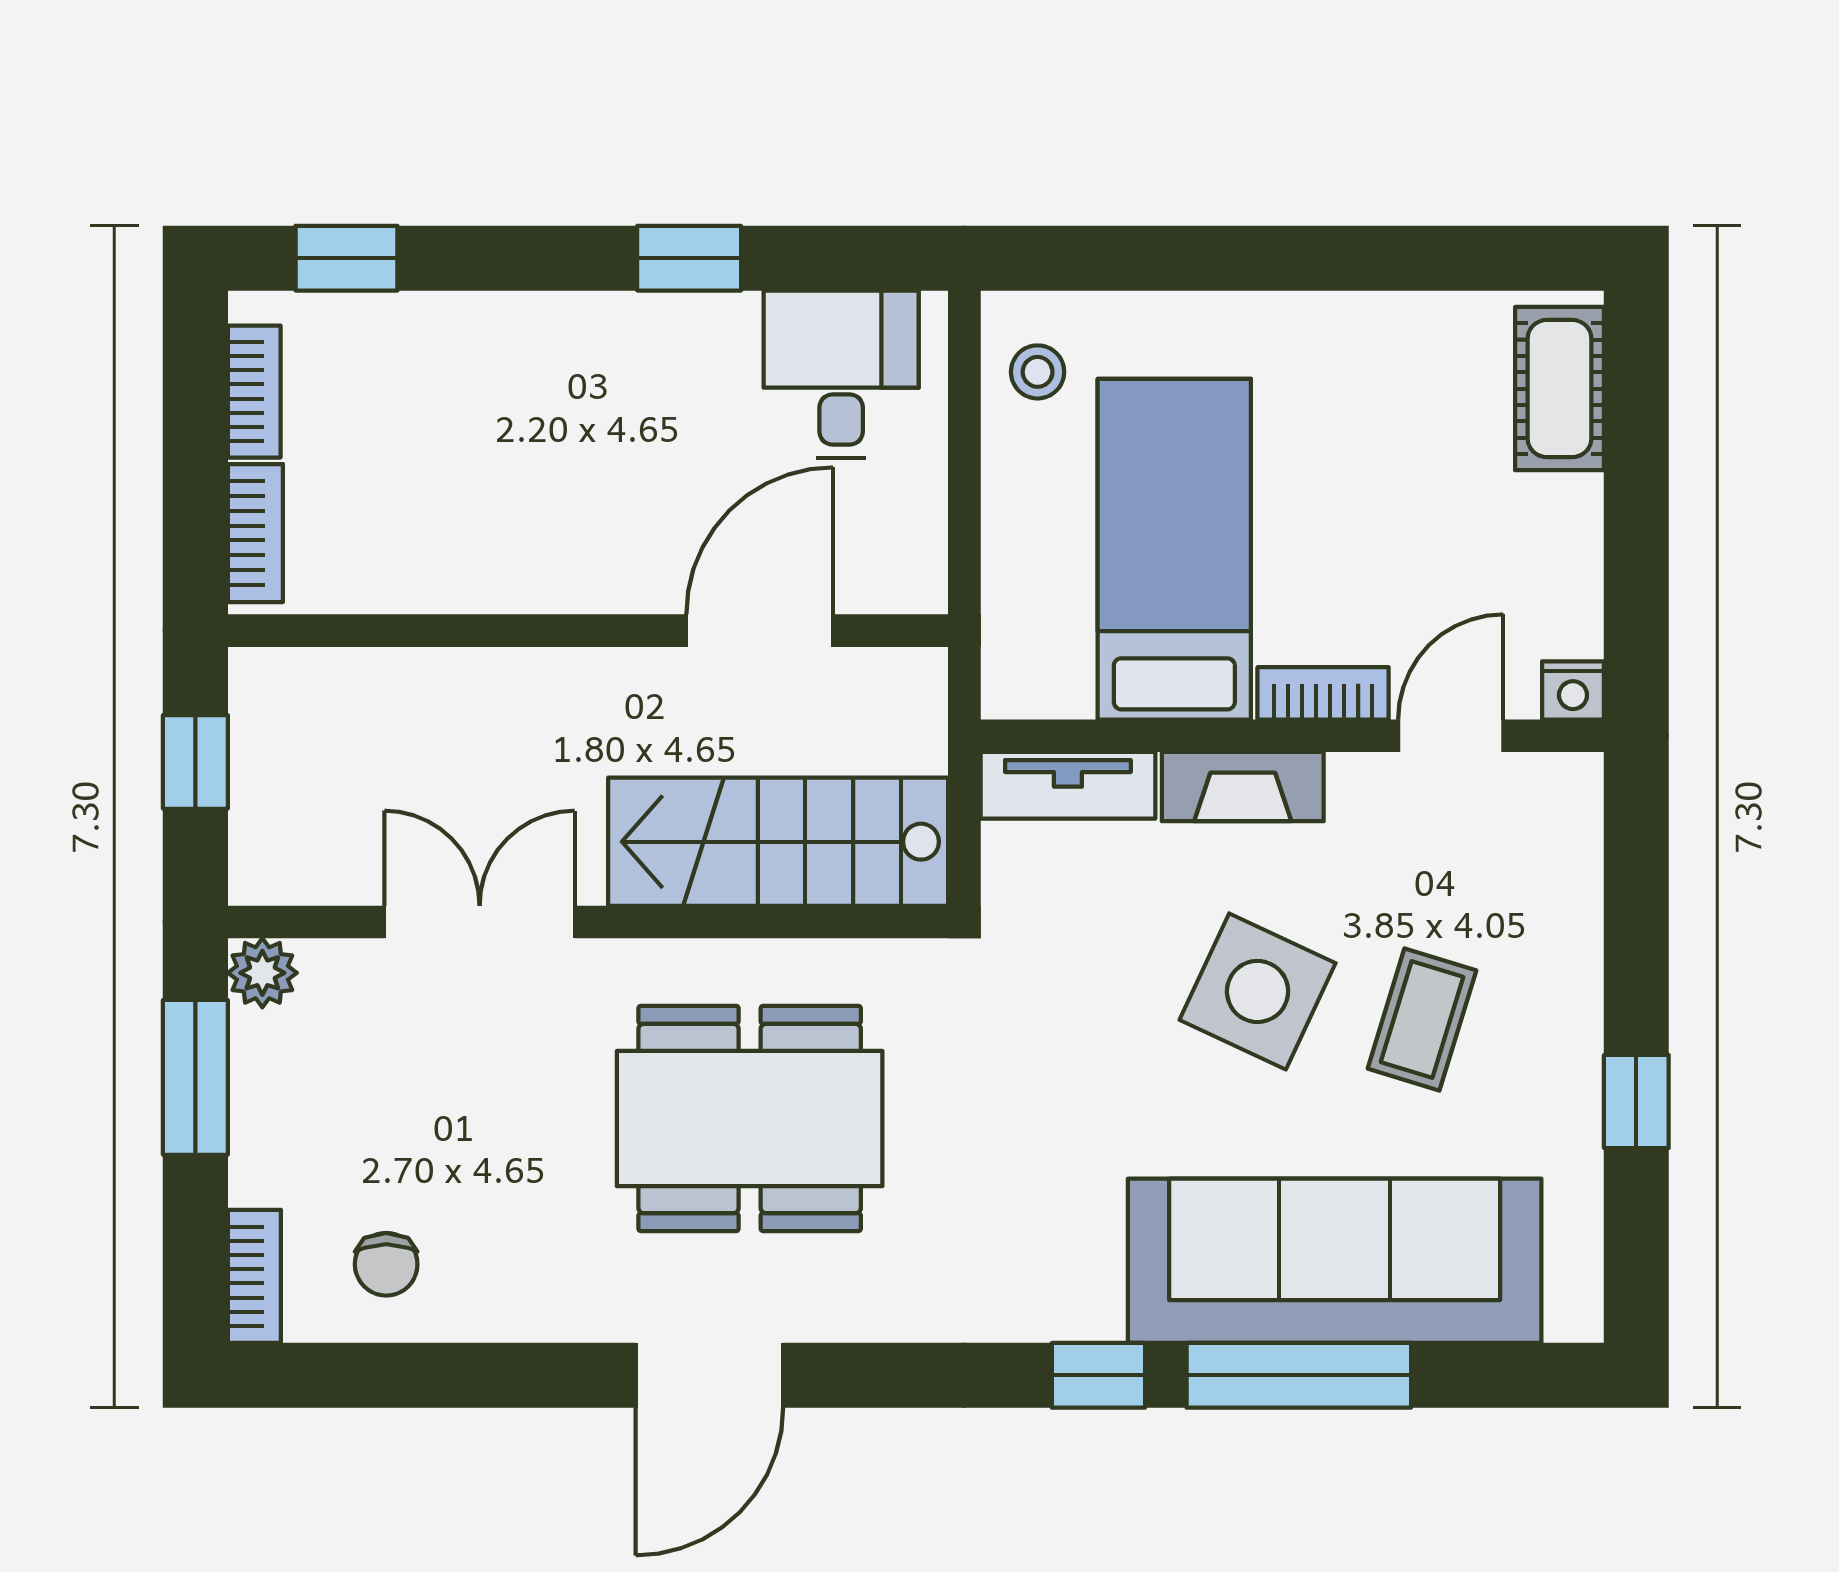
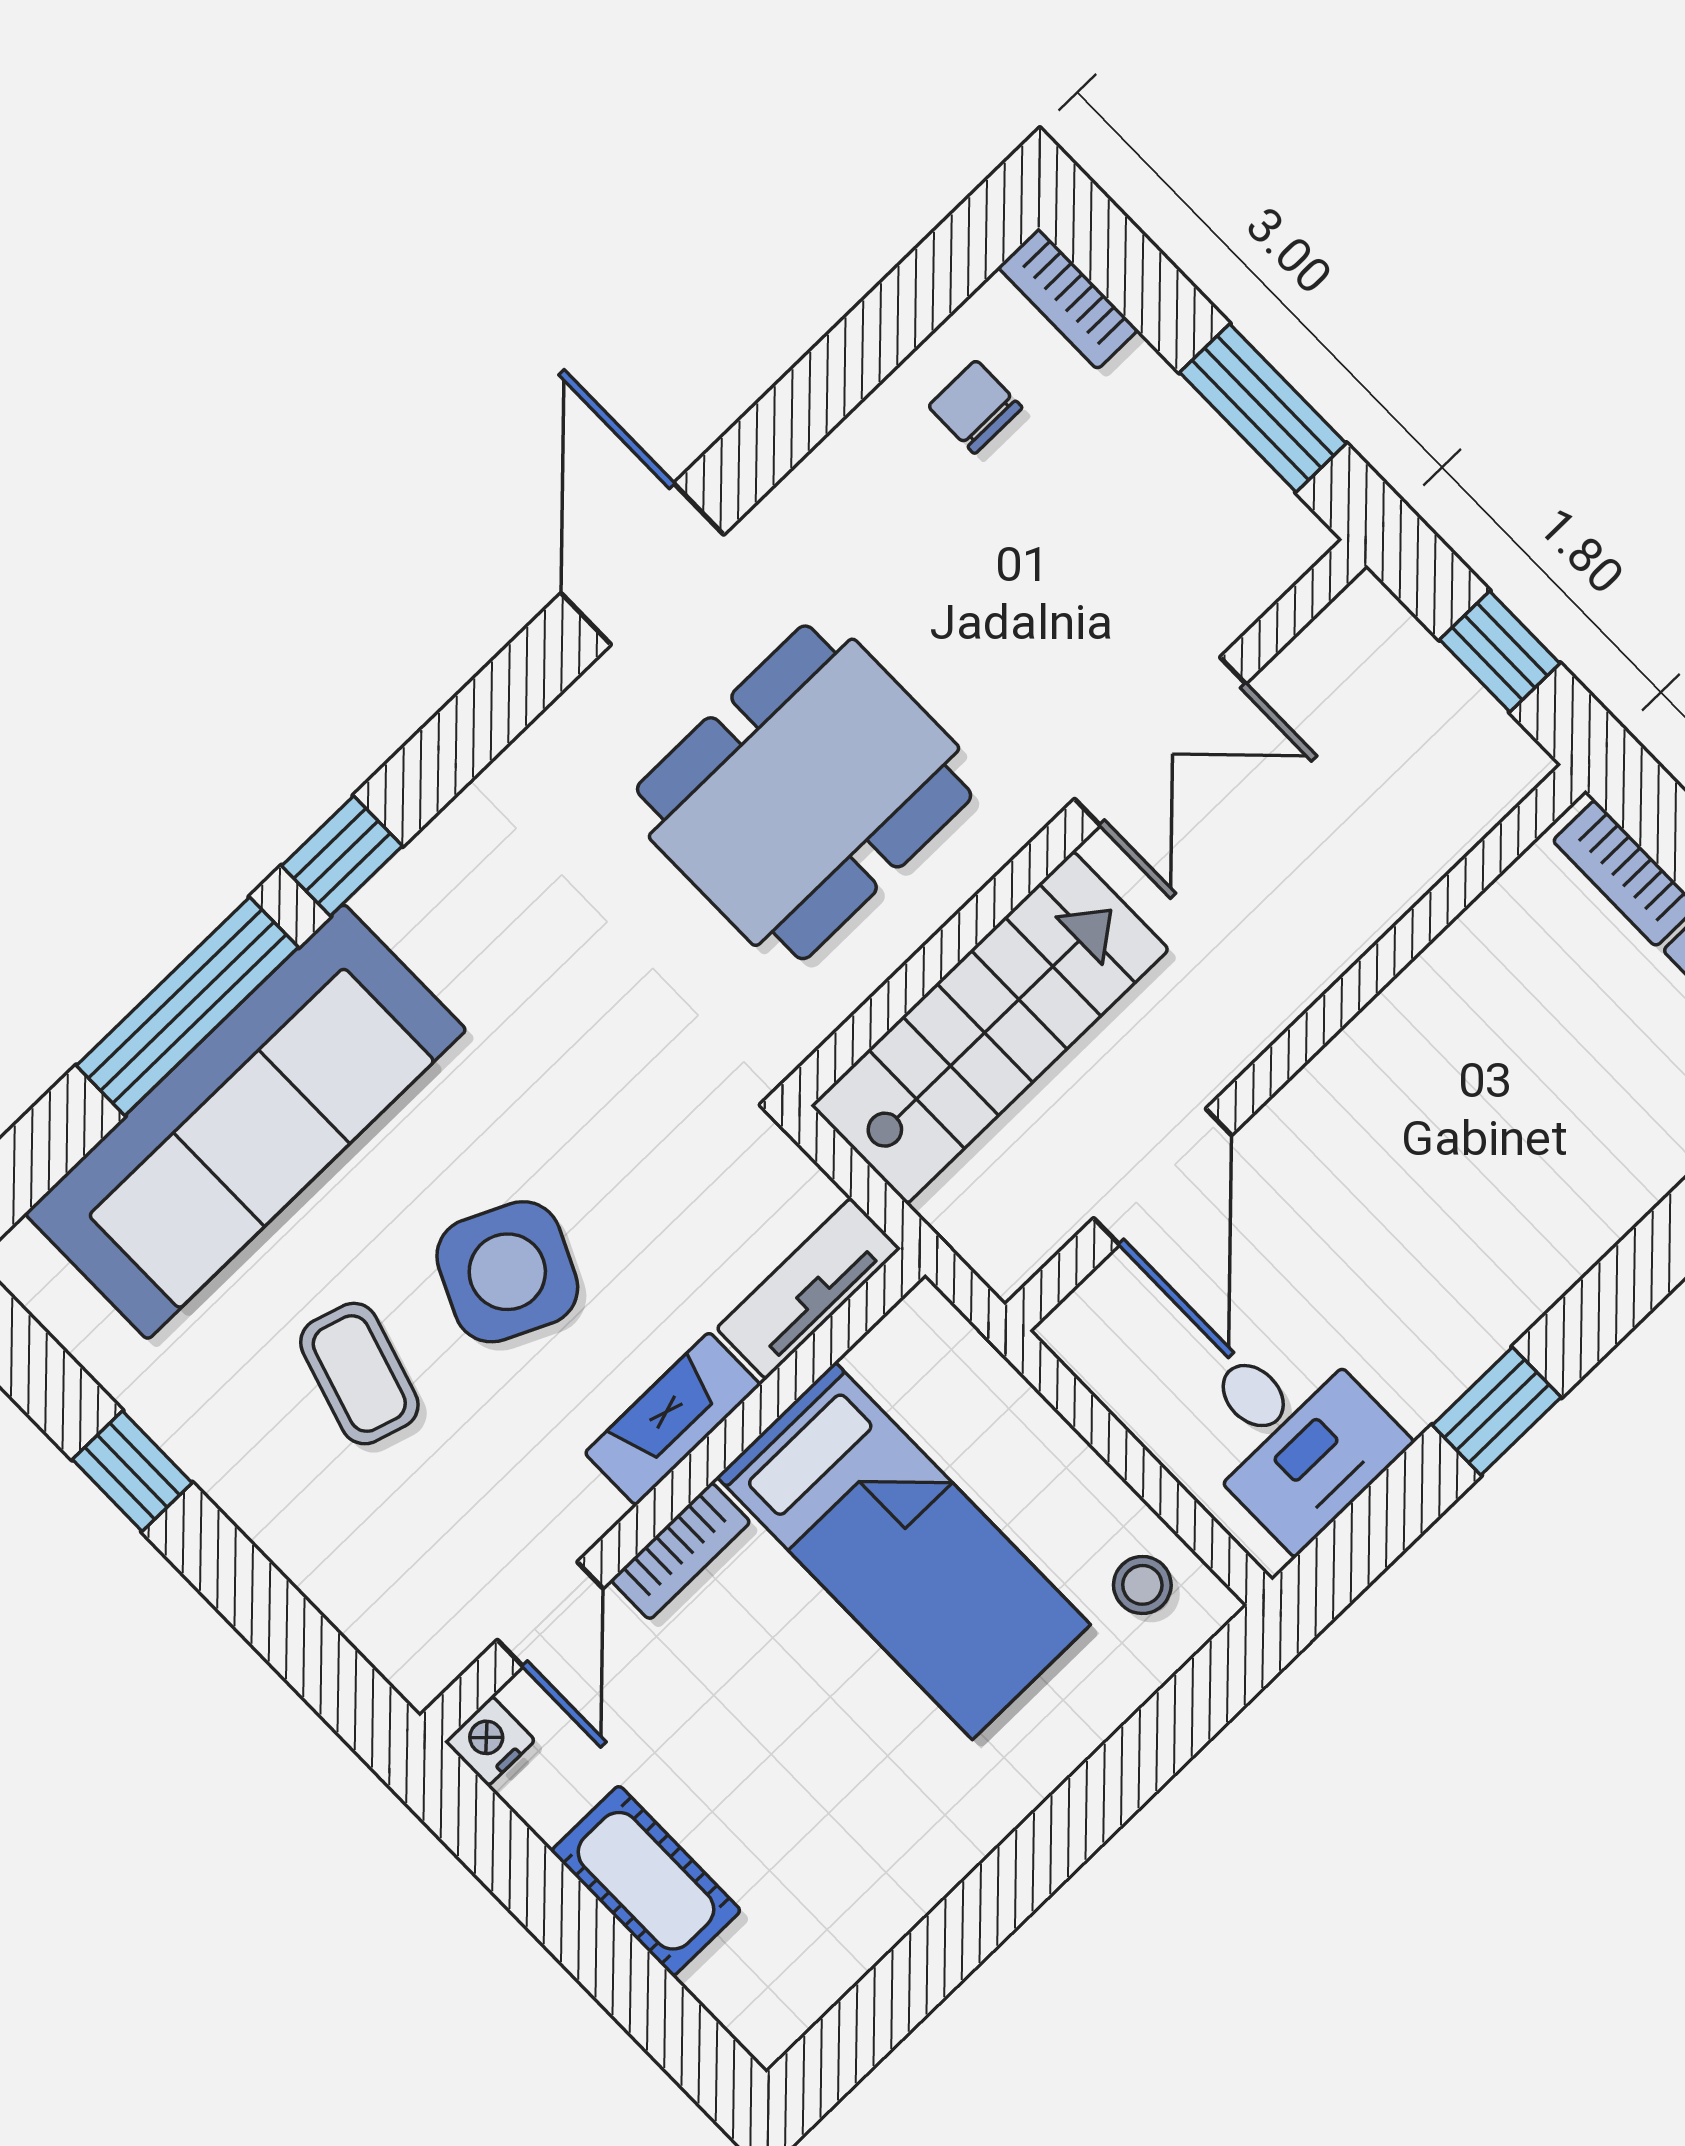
cot: (1559, 389) -> (646, 1881), moved
plant: (262, 973) -> (1290, 539), removed

